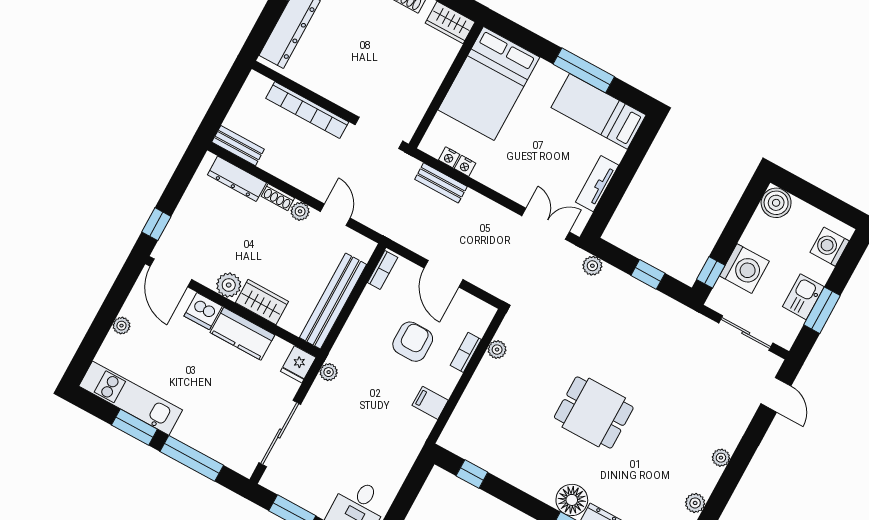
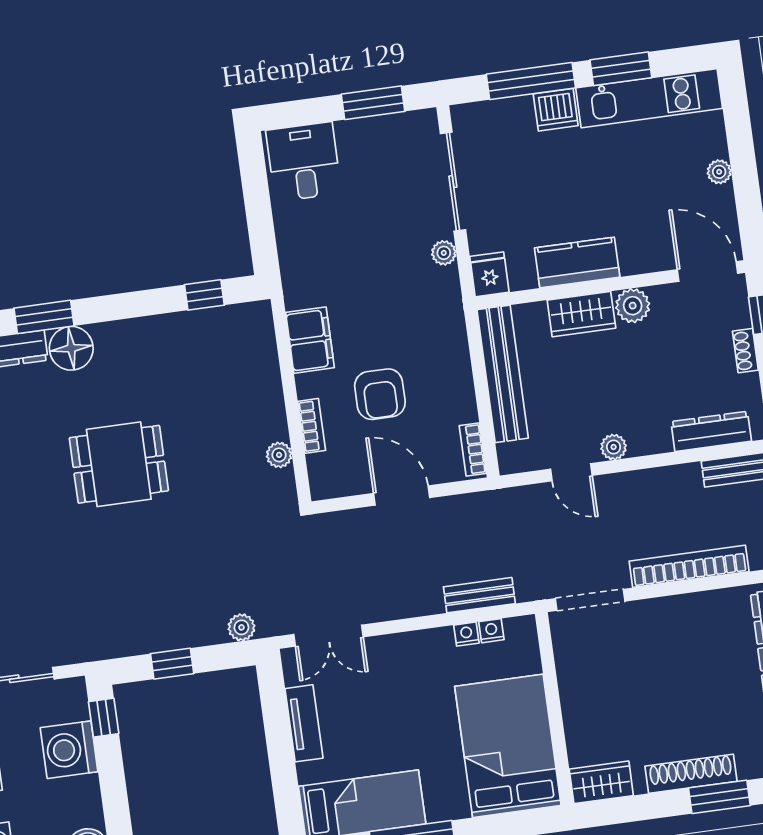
shoe rack: (278, 197) -> (745, 351), moved, turned -90
dishwasher: (203, 311) -> (556, 110), moved, turned 180
plant: (329, 372) -> (444, 253), moved
filing cabinet: (430, 403) -> (310, 340), width x2.00

